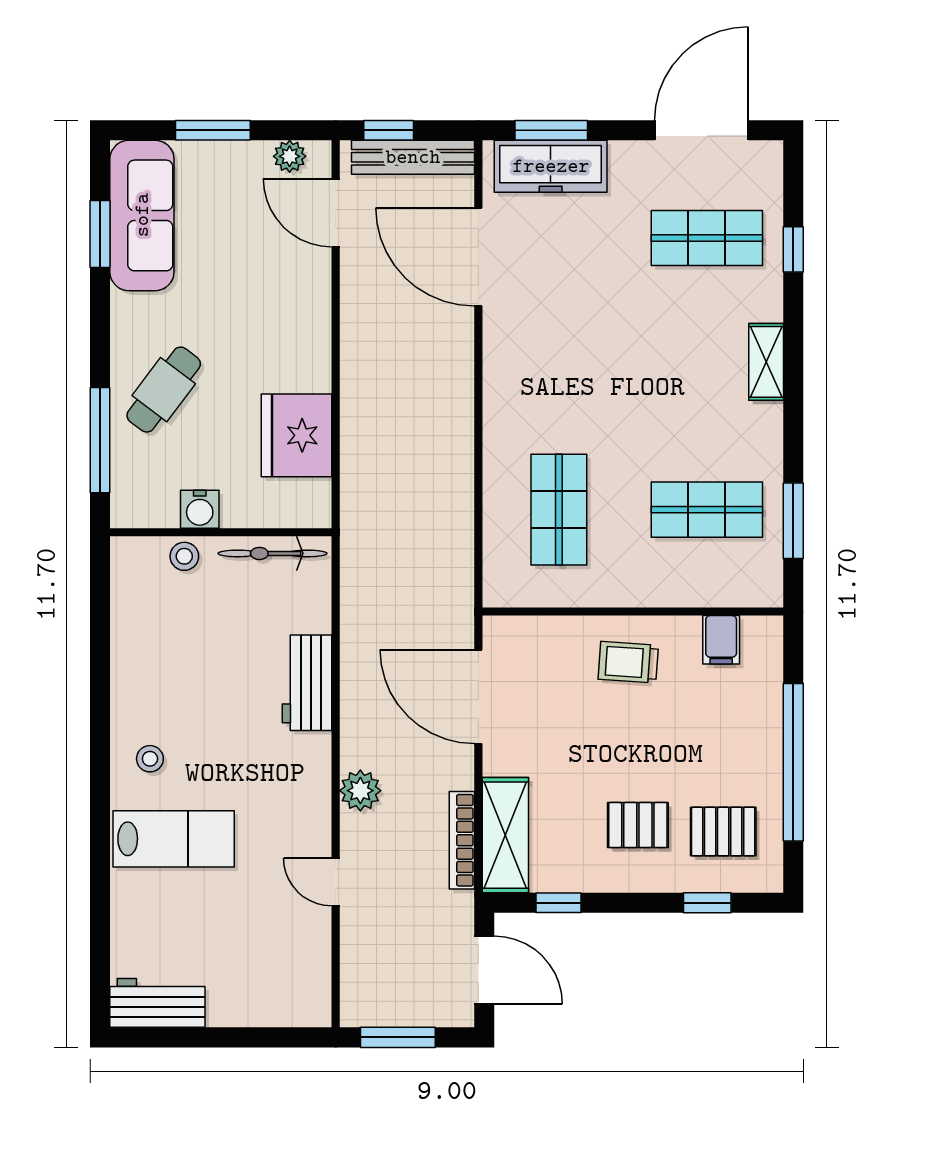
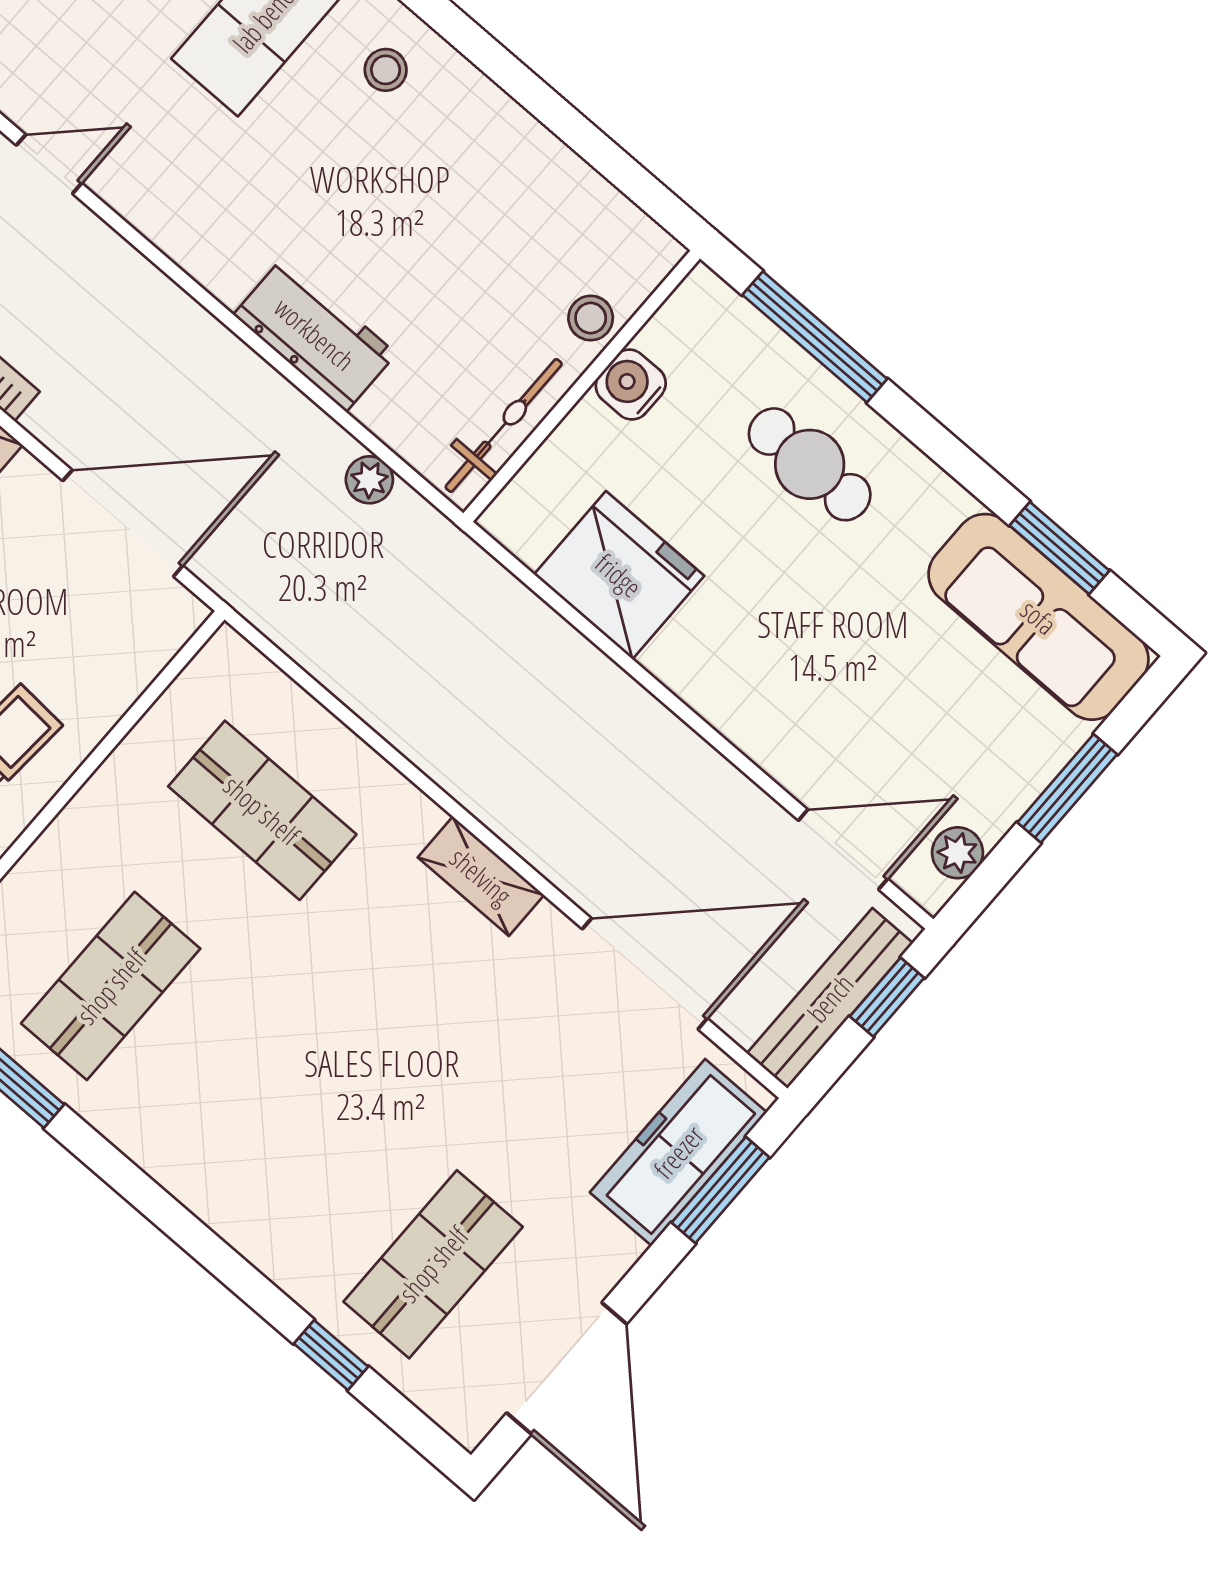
shelving: (766, 362) -> (481, 876), moved
cafe table: (164, 390) -> (810, 464), turned -37
plant: (360, 791) -> (369, 480), moved, width x0.73, depth x0.73

